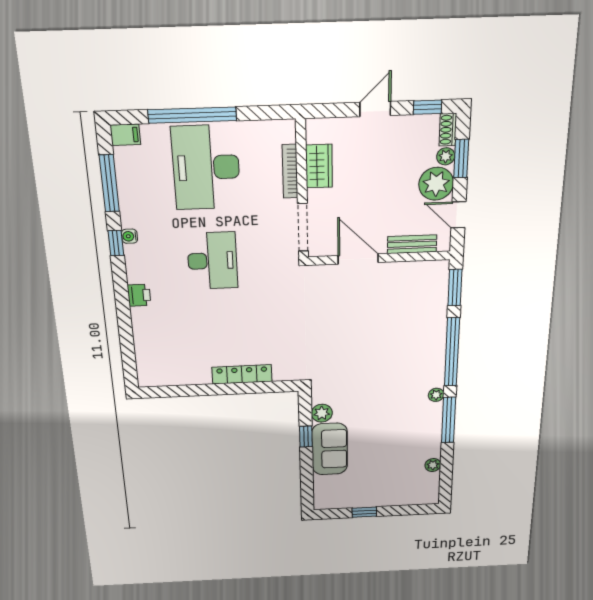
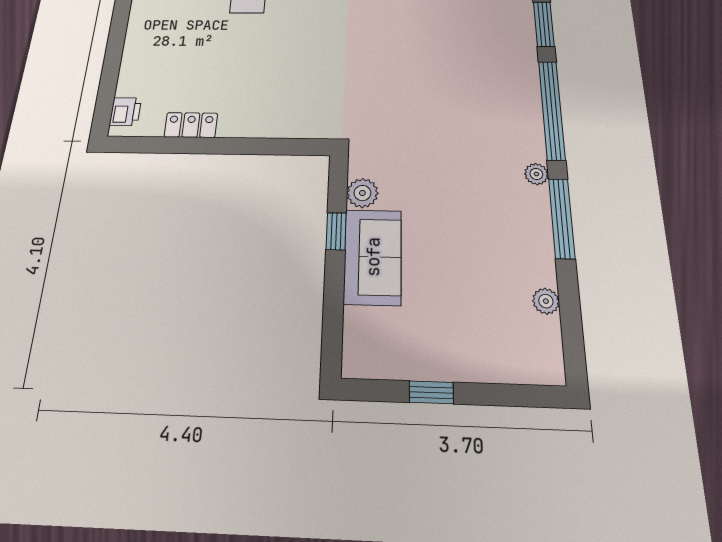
printer: (139, 295) -> (125, 112), moved
locker: (242, 374) -> (191, 125), moved, width x0.66

